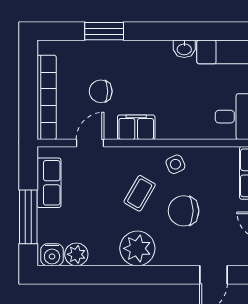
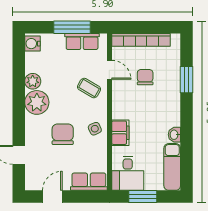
filing cabinet: (136, 127) -> (120, 133), moved
coffee table: (140, 193) -> (89, 88), moved
window: (28, 217) -> (72, 27), moved
plant: (76, 254) -> (33, 81), moved

